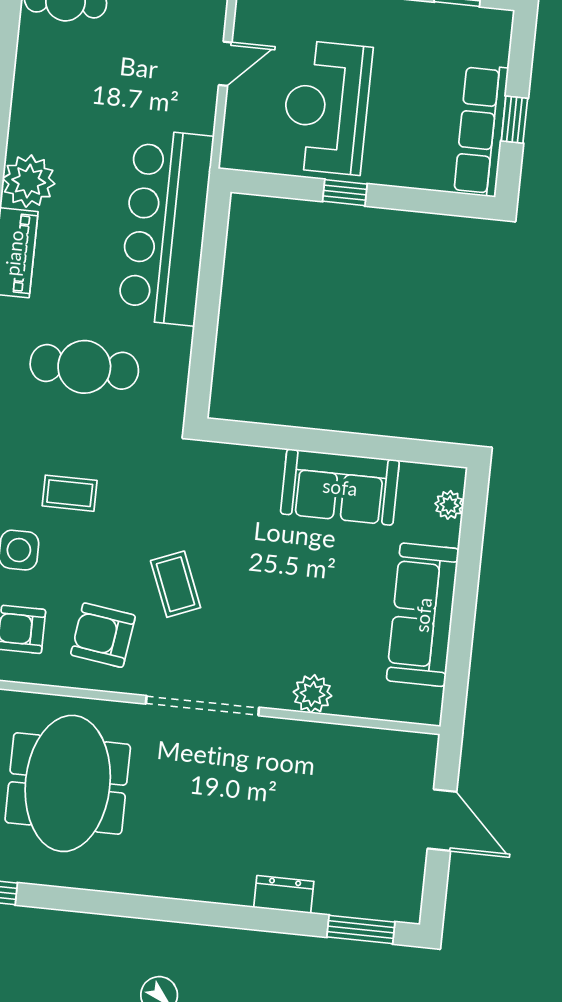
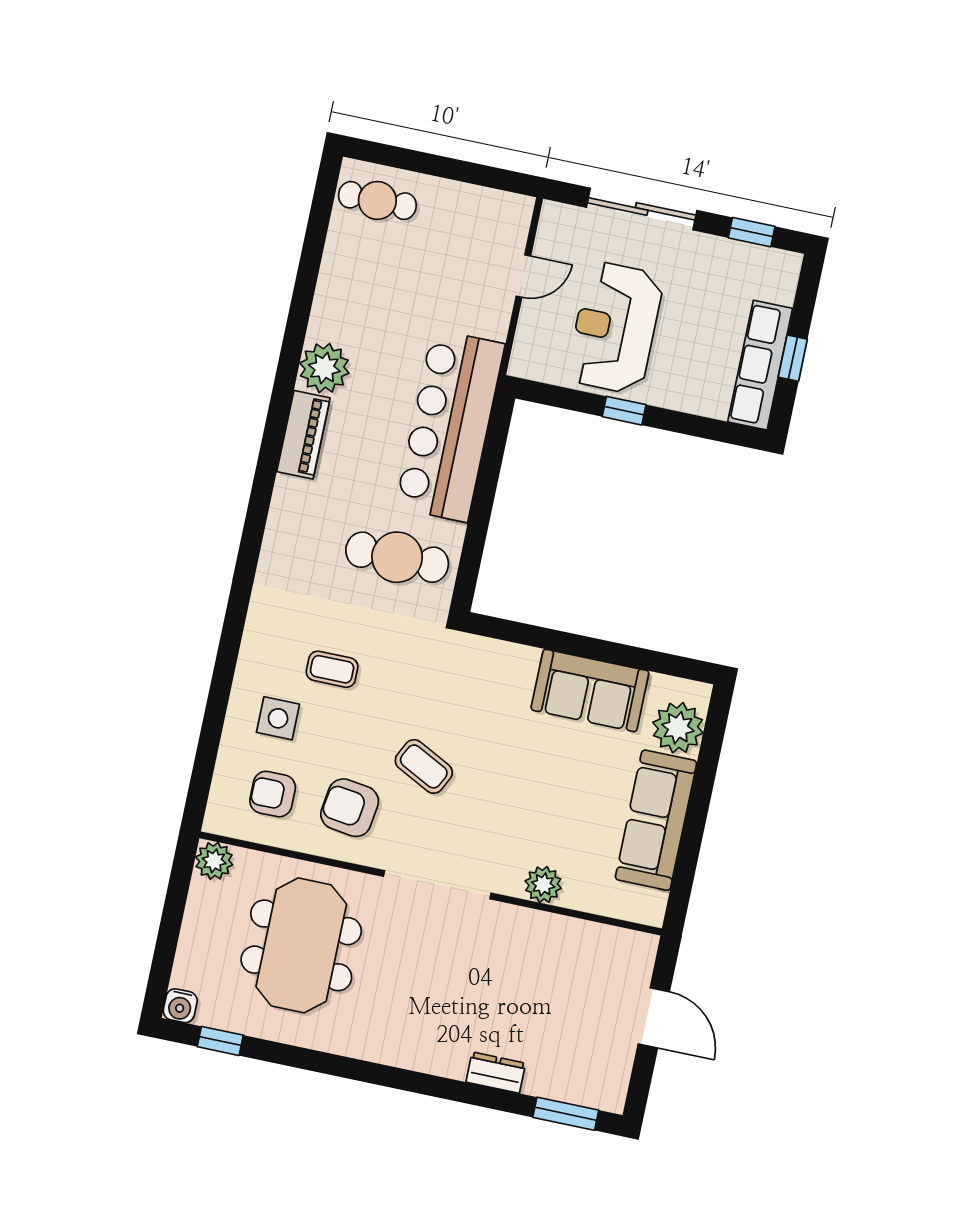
cafe table: (84, 367) -> (397, 557), moved
plant: (449, 505) -> (678, 728), width x1.88, depth x1.88
coffee table: (176, 584) -> (424, 766), turned -41

